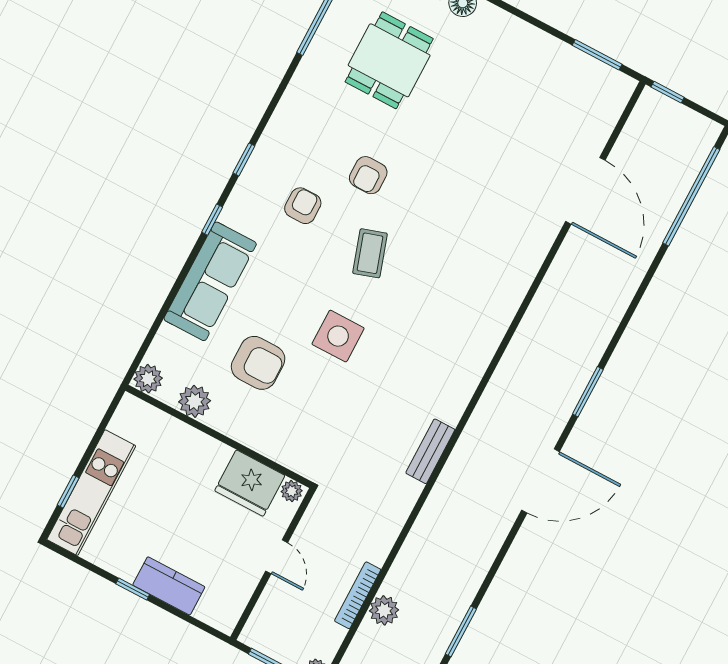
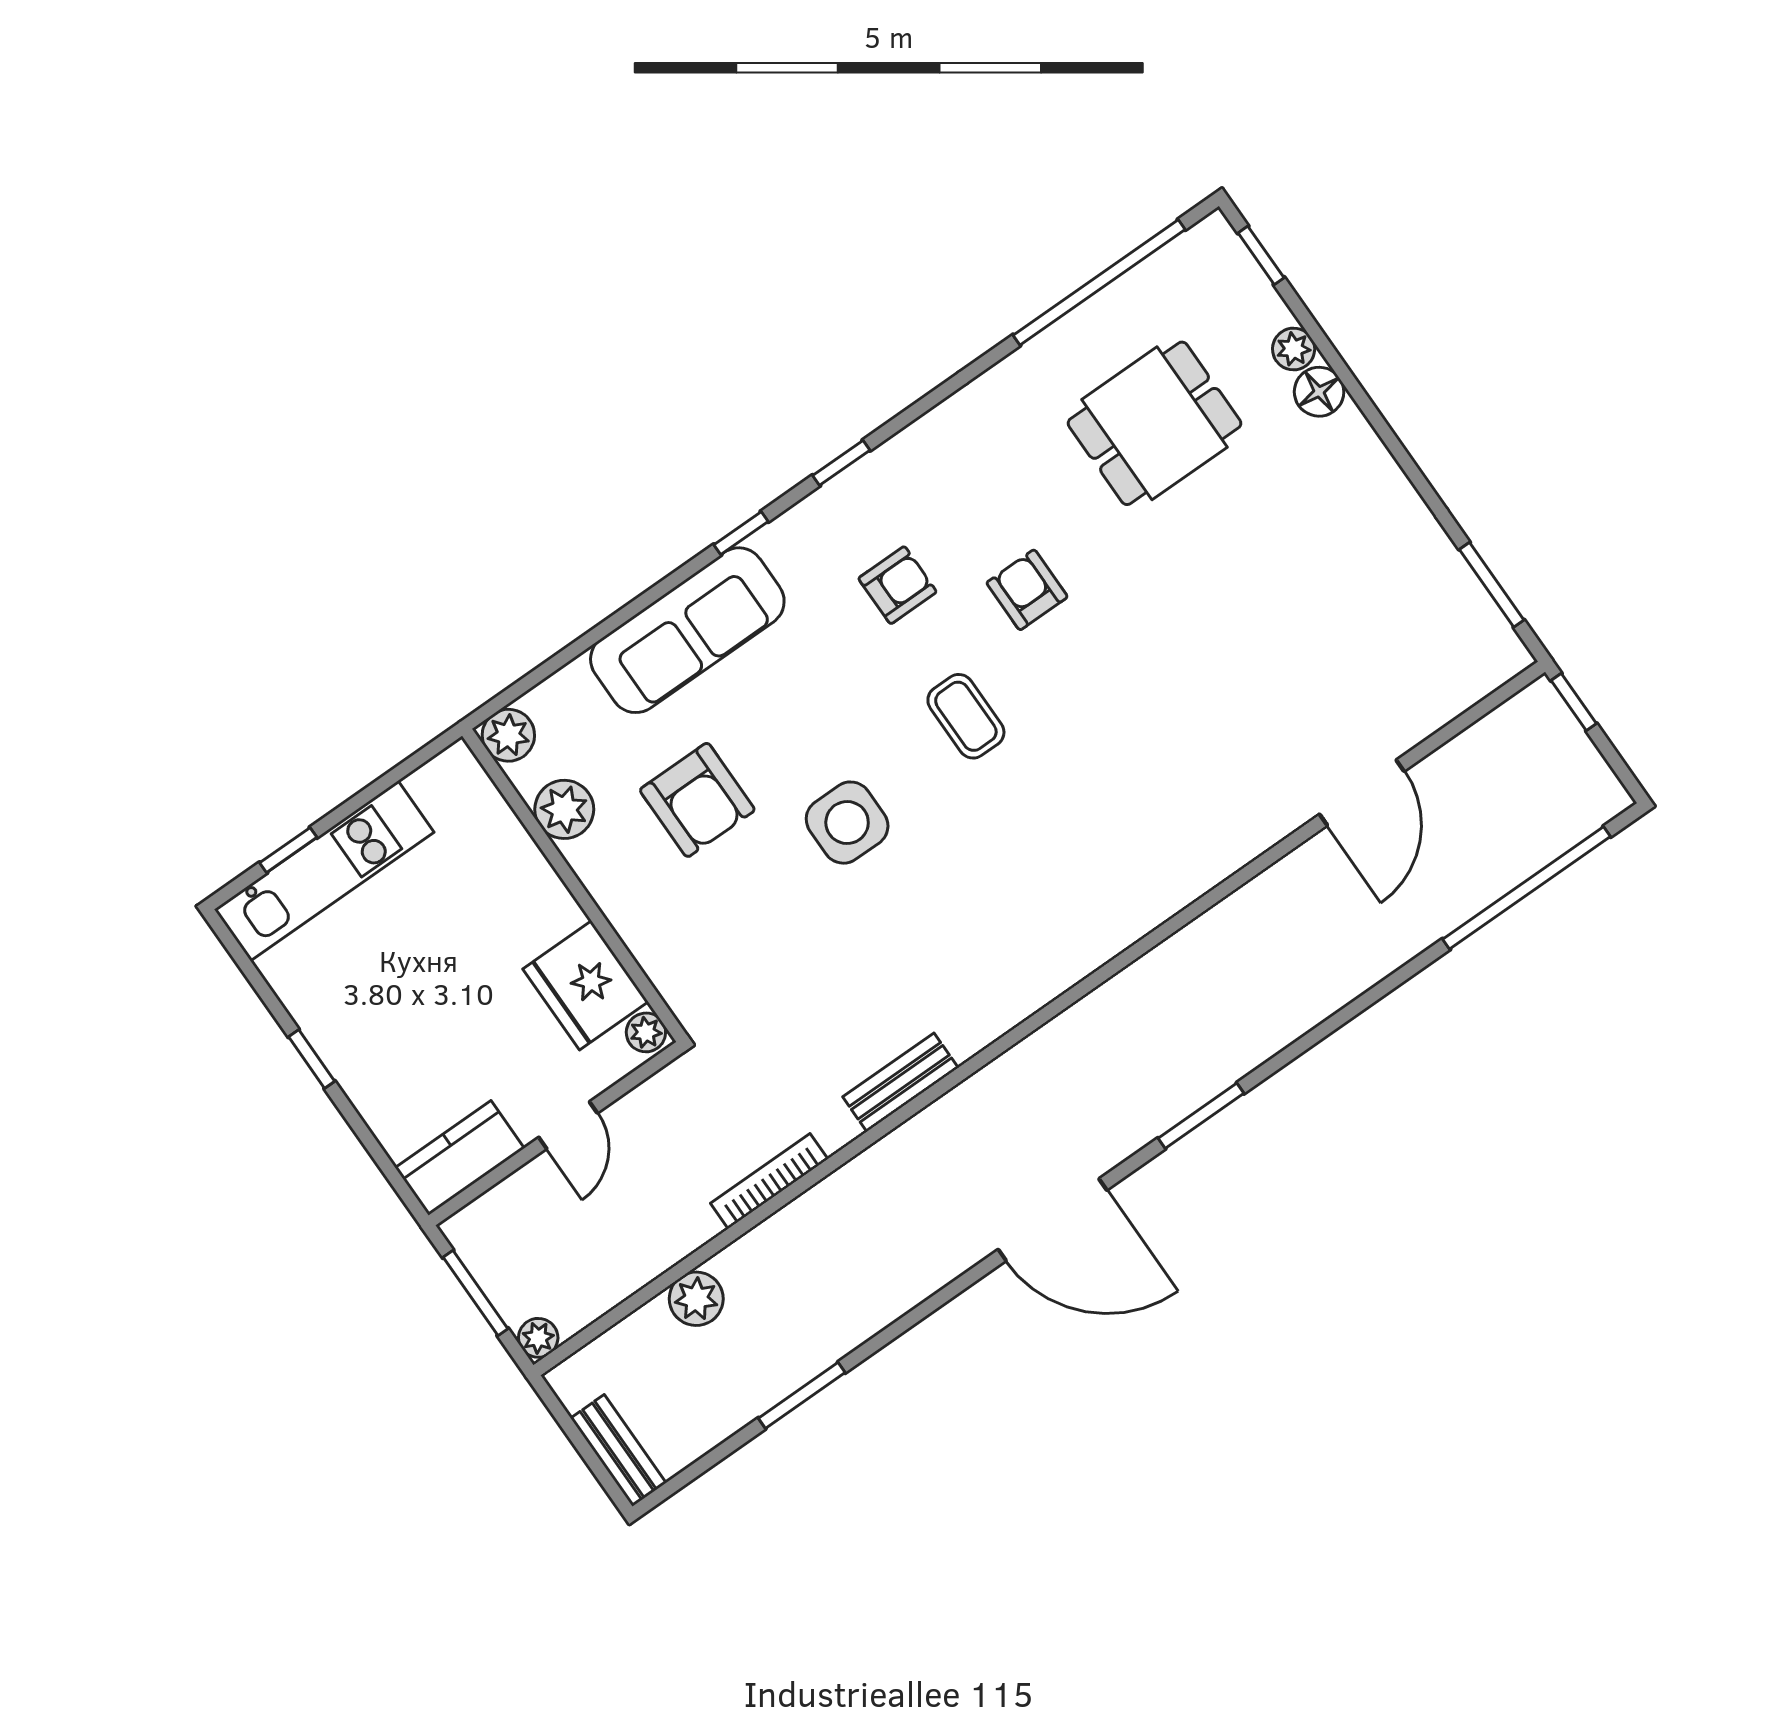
armchair: (368, 175) -> (1027, 590), turned 90
door: (585, 191) -> (1362, 793), width x0.73
coffee table: (370, 253) -> (966, 716), turned -72
kitchen counter: (169, 586) -> (460, 1158), moved, turned -90
bookcase: (358, 595) -> (769, 1181), moved

